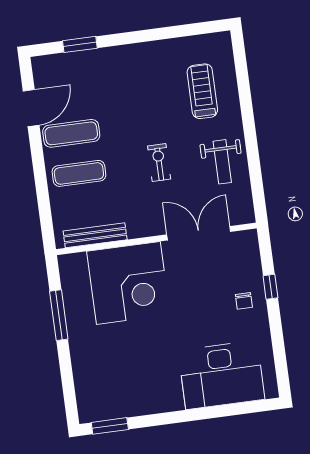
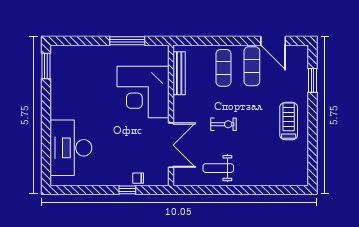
treadmill: (202, 91) -> (289, 121), moved, turned -90
chair: (244, 301) -> (138, 178), moved

